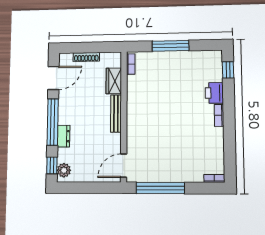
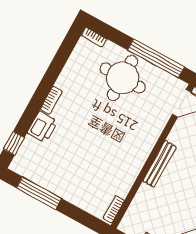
window: (171, 46) -> (39, 193), moved
wardrobe: (114, 81) -> (142, 201), removed
round table: (176, 160) -> (123, 78), added

